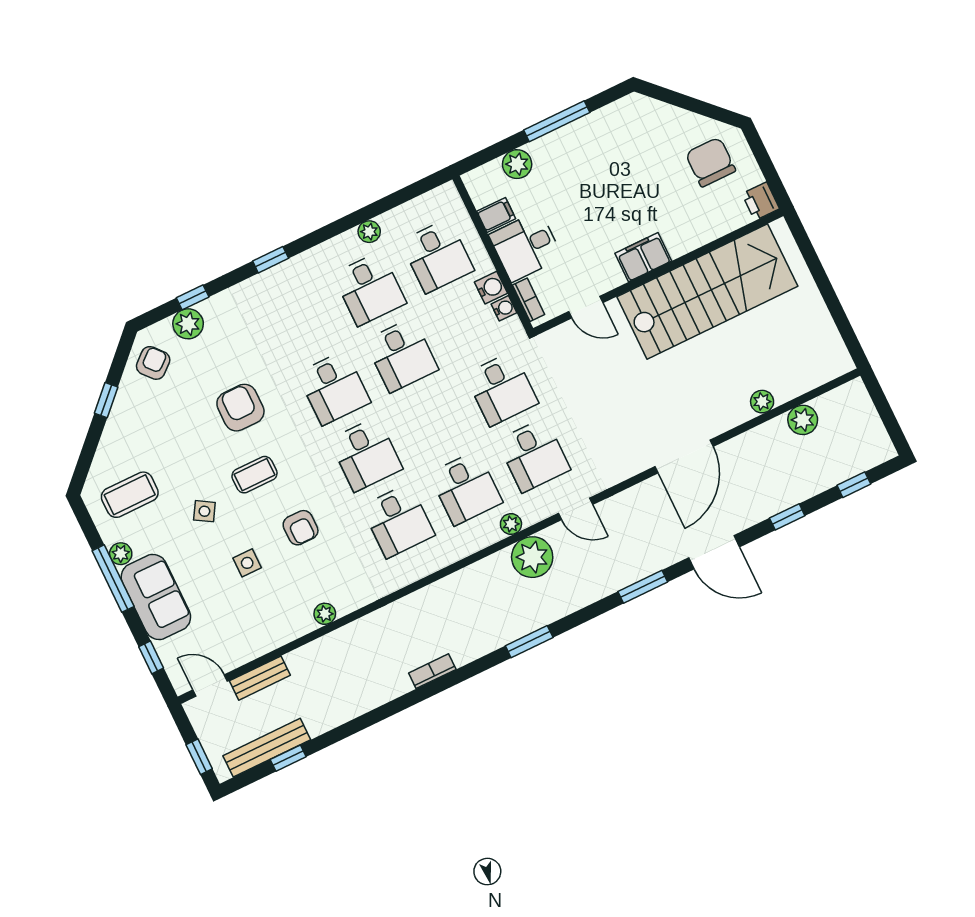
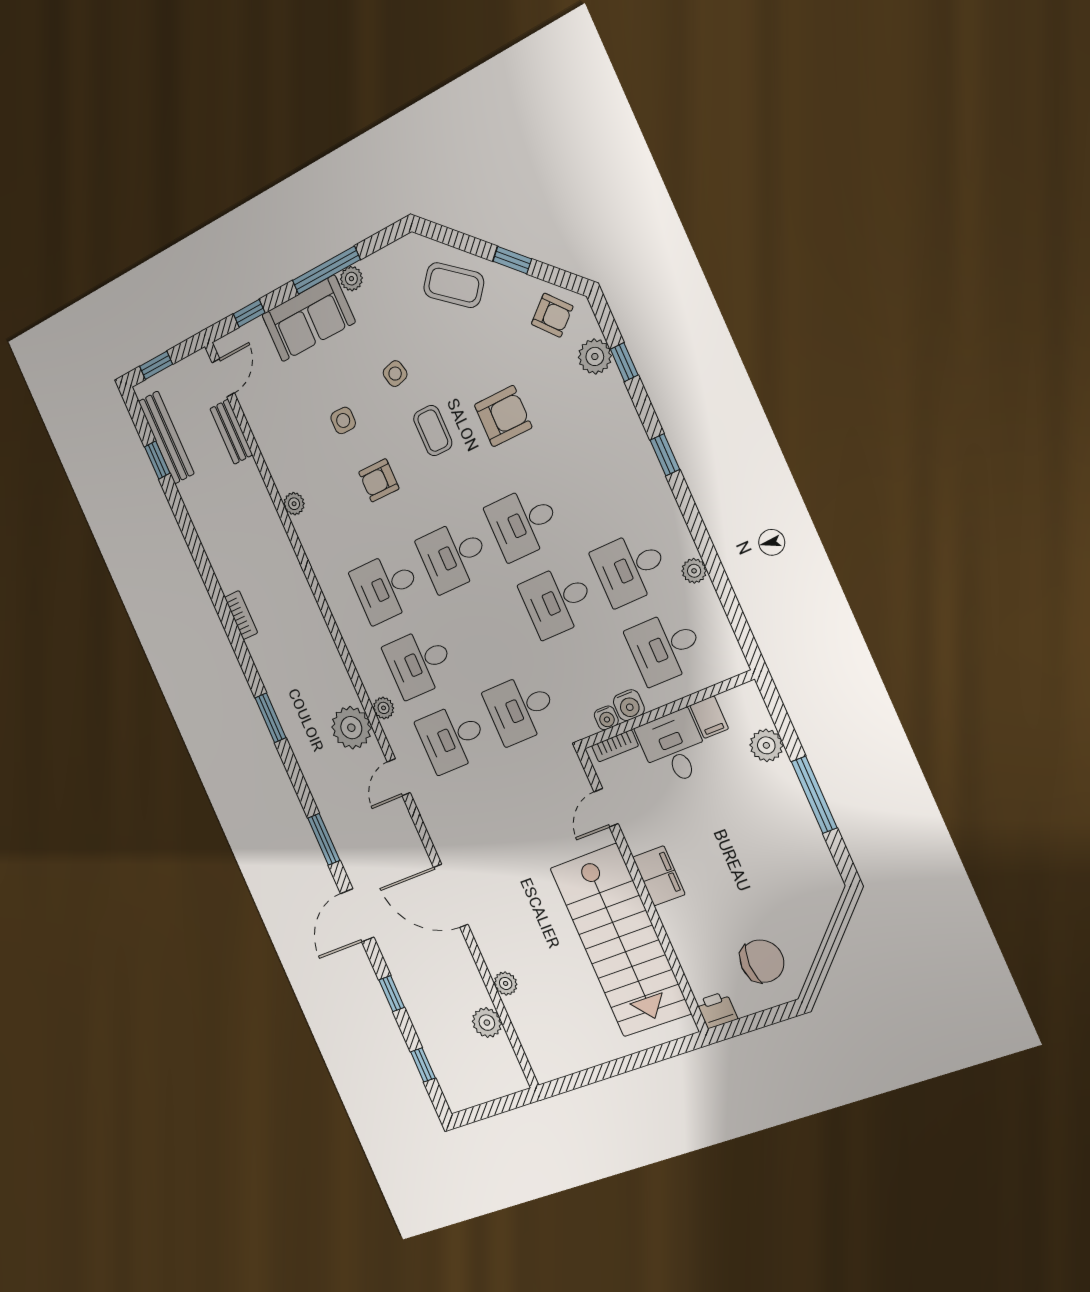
coffee table: (130, 495) -> (454, 285), moved, turned -51
side table: (204, 511) -> (395, 374), turned 45

